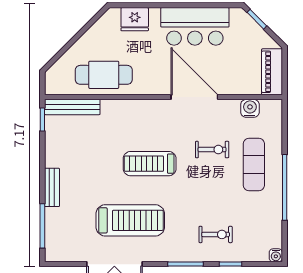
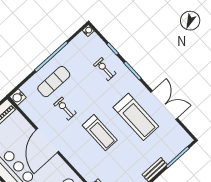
water cooler: (250, 108) -> (18, 97), moved
treadmill: (130, 220) -> (136, 117), turned 180

